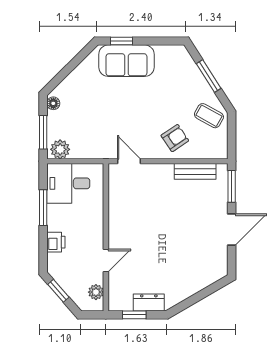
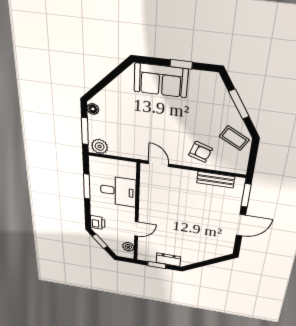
window: (122, 41) -> (181, 64), moved
armchair: (175, 138) -> (200, 152), turned 53
desk: (68, 183) -> (118, 191), moved, turned 180
printer: (56, 242) -> (98, 223), moved

